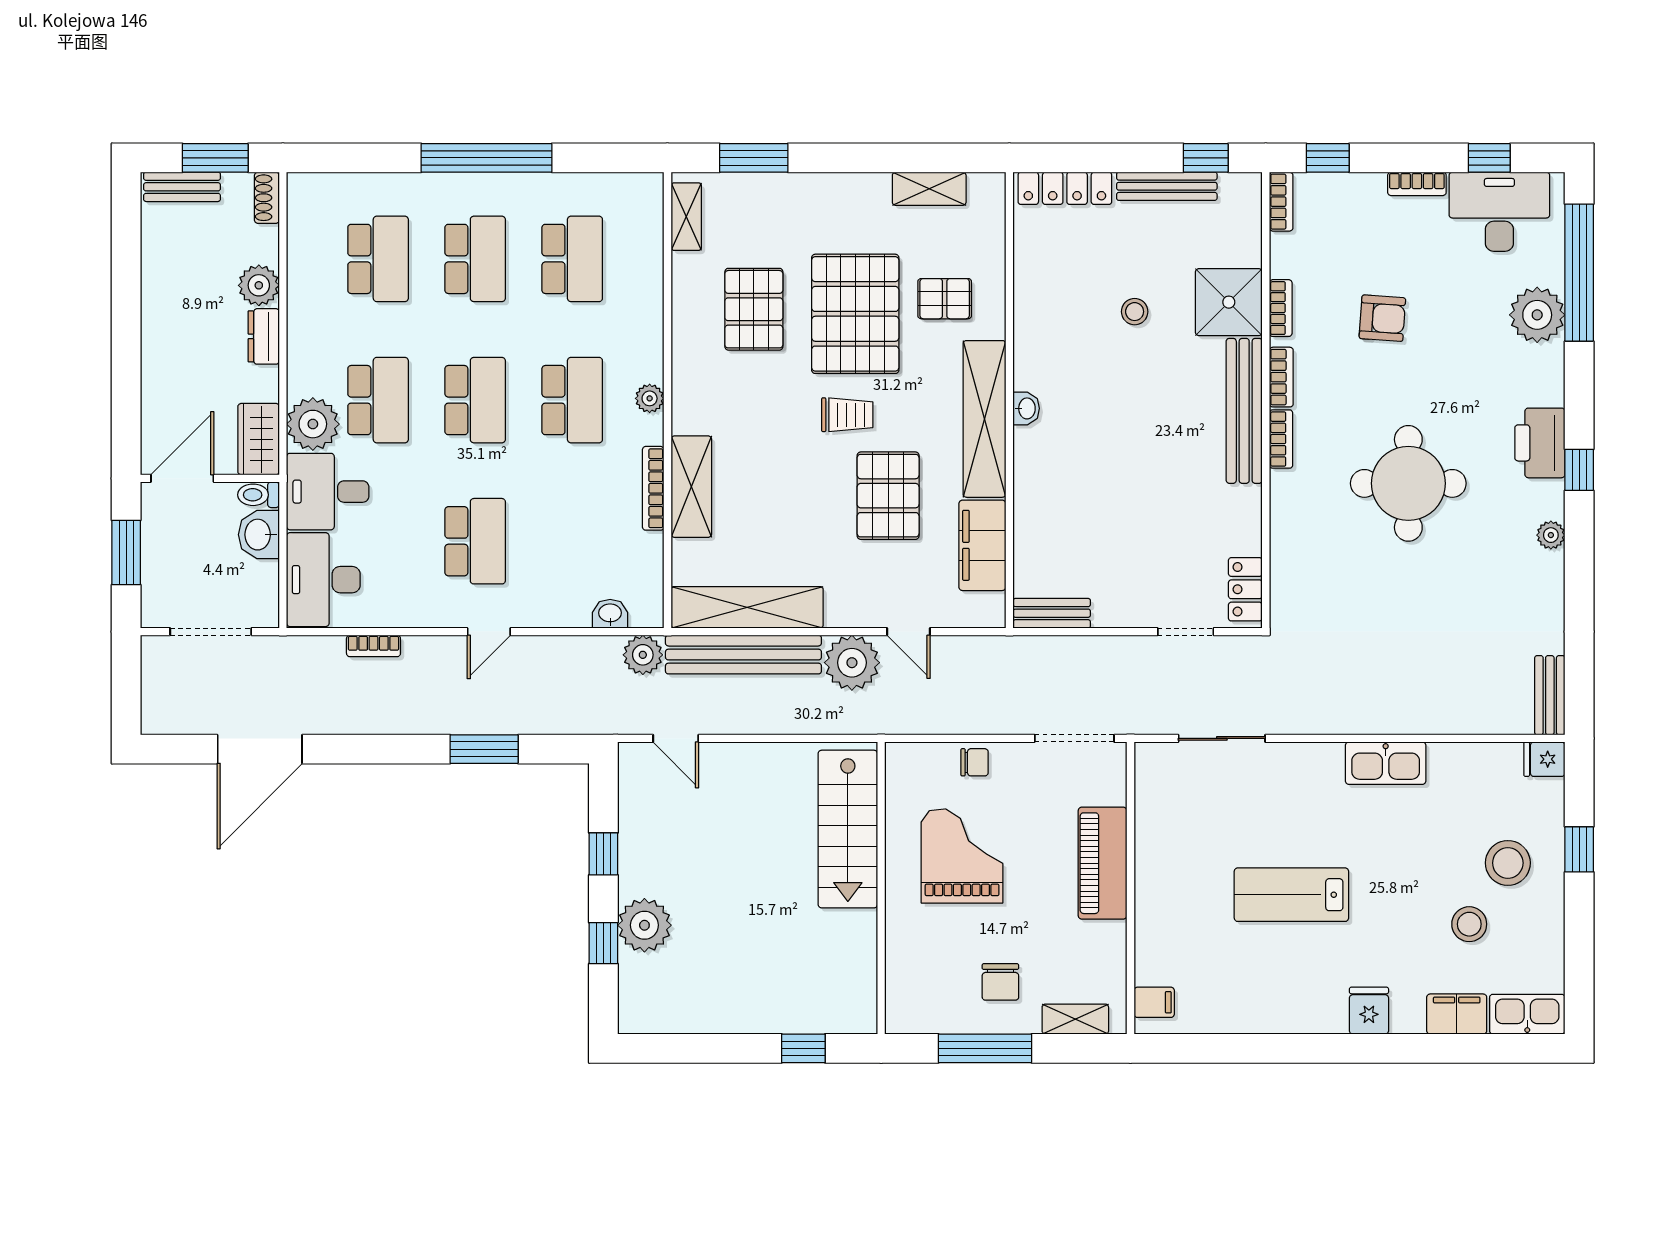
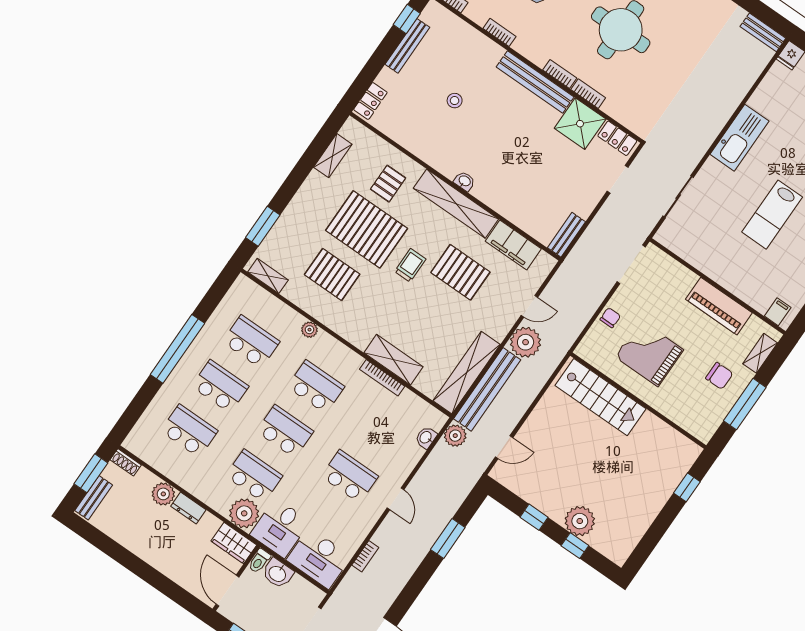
locker: (1065, 188) -> (370, 101), width x0.66
shower: (1229, 302) -> (580, 124), moved
bookcase: (1281, 377) -> (588, 94), moved
plant: (650, 398) -> (309, 330), moved
kitchen sink: (1386, 763) -> (739, 138), width x1.36, depth x1.24
piano: (1103, 863) -> (719, 306), moved

